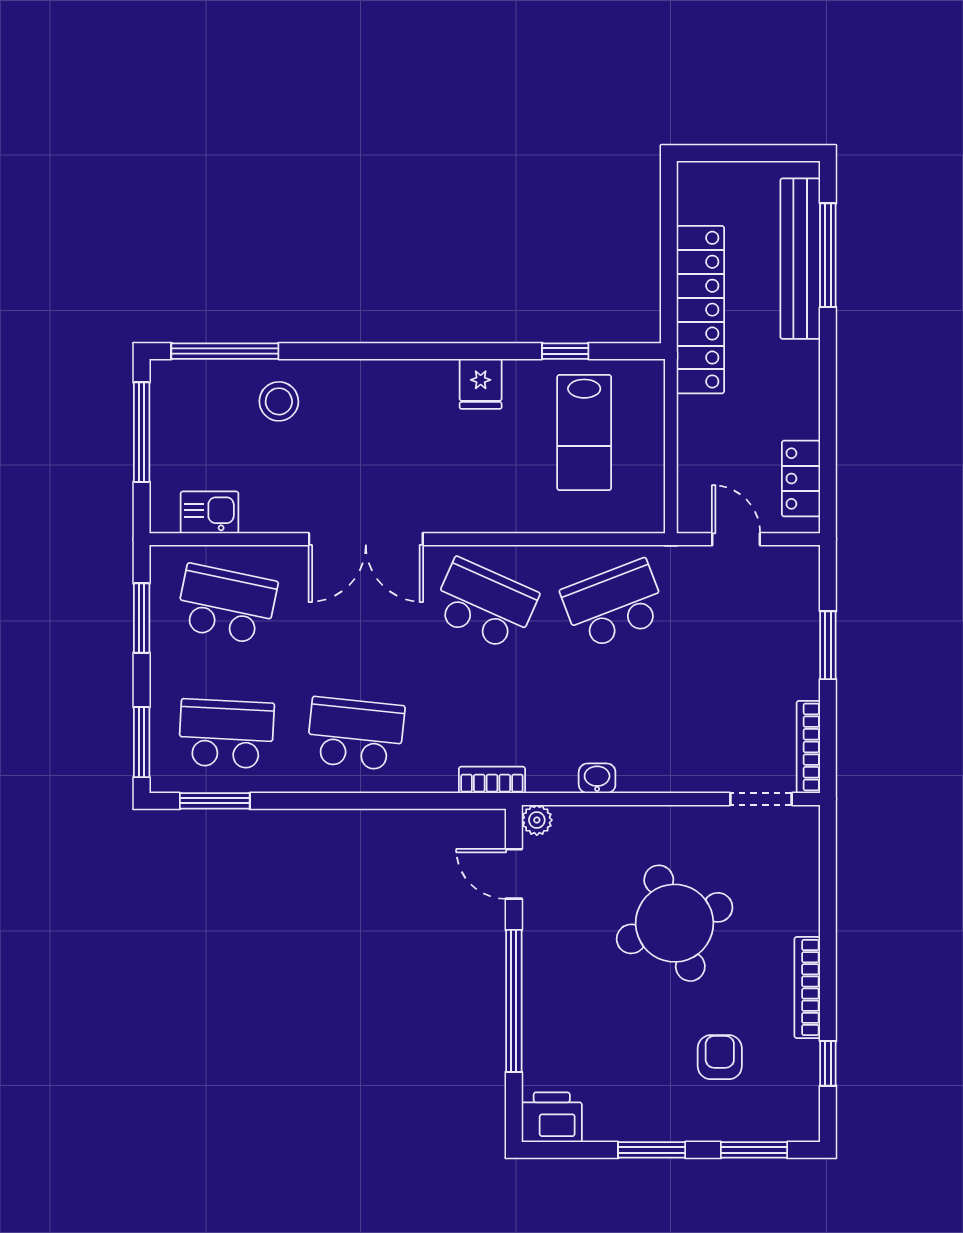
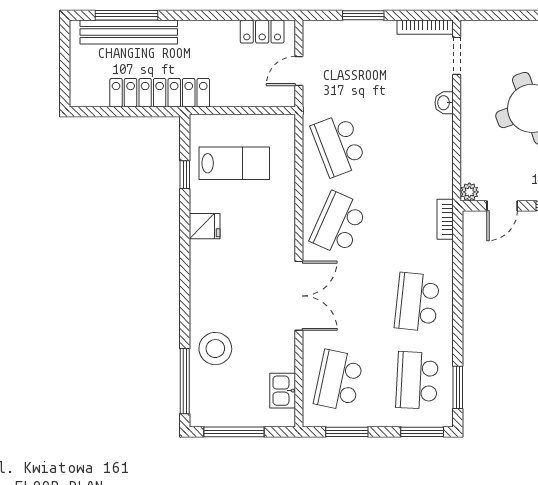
stool: (279, 401) -> (215, 349), width x1.38, depth x1.38
washbasin: (597, 778) -> (444, 103), moved

